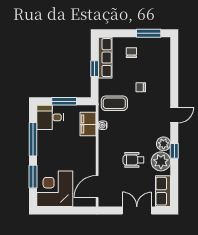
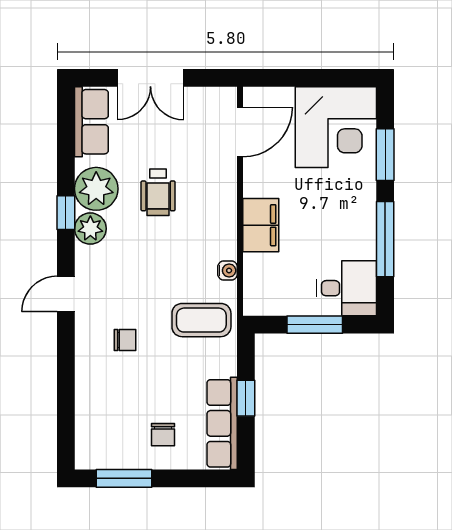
chair: (141, 87) -> (125, 340), moved
filing cabinet: (88, 124) -> (261, 225), moved
wheelchair: (134, 160) -> (158, 192), turned 90

